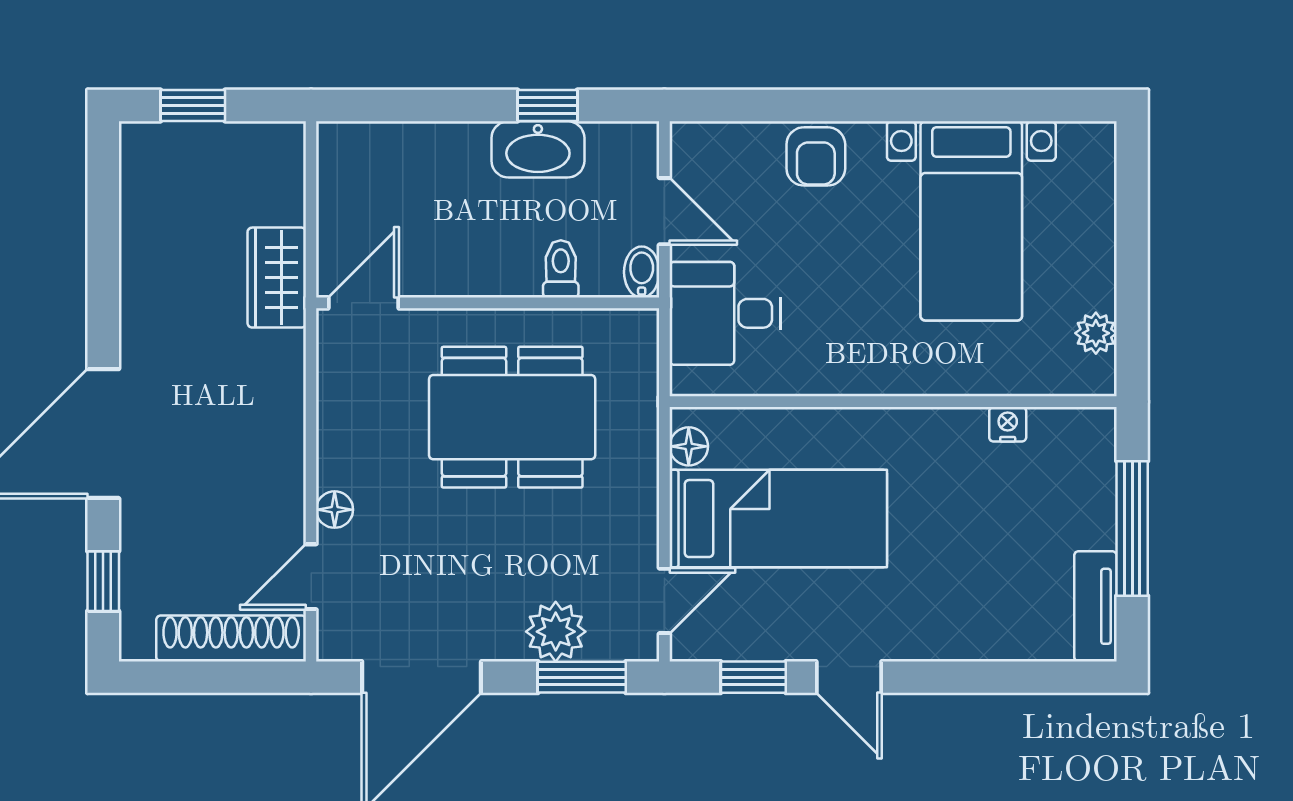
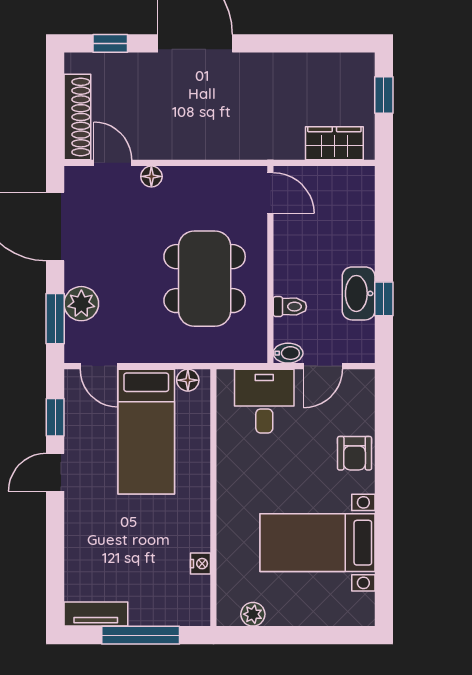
armchair: (816, 156) -> (355, 453), turned -90
wardrobe: (277, 278) -> (334, 143), moved

